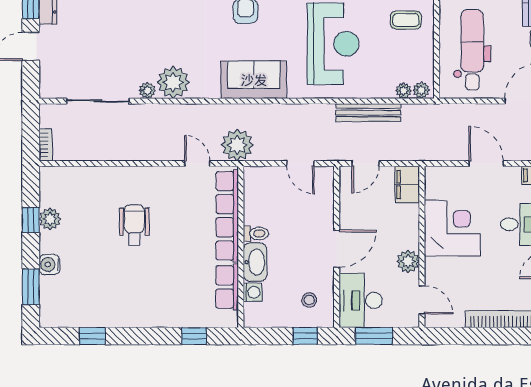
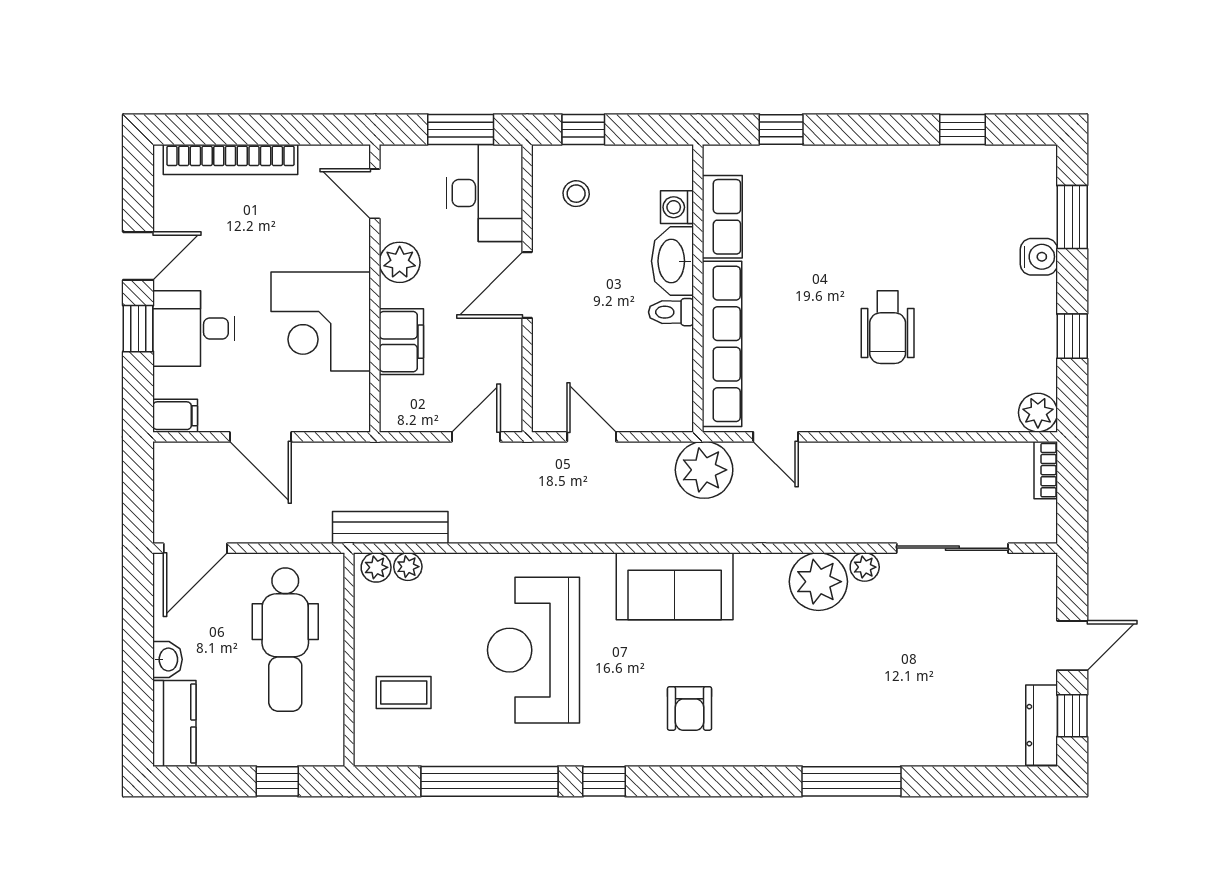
bench: (368, 113) -> (390, 528), moved
filing cabinet: (407, 184) -> (401, 342), moved
plant: (50, 219) -> (1038, 413), moved

